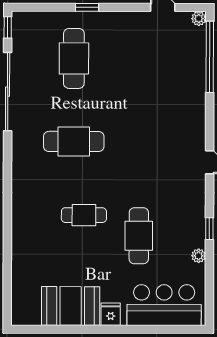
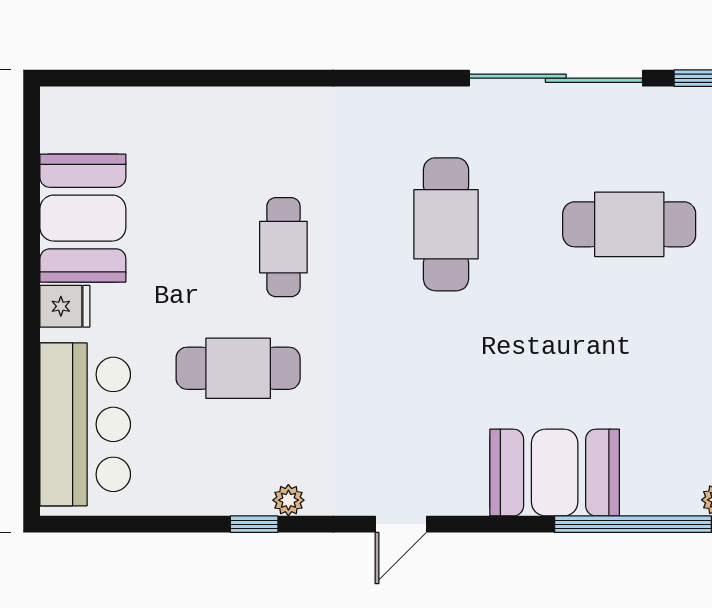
booth: (186, 92) -> (555, 473), added
plant: (199, 256) -> (288, 500), moved

